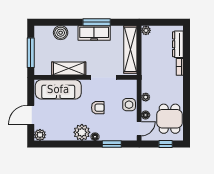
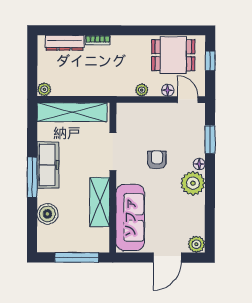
window: (97, 22) -> (32, 177), moved
side table: (129, 105) -> (153, 114), removed
door: (31, 115) -> (167, 258), hinge flipped

